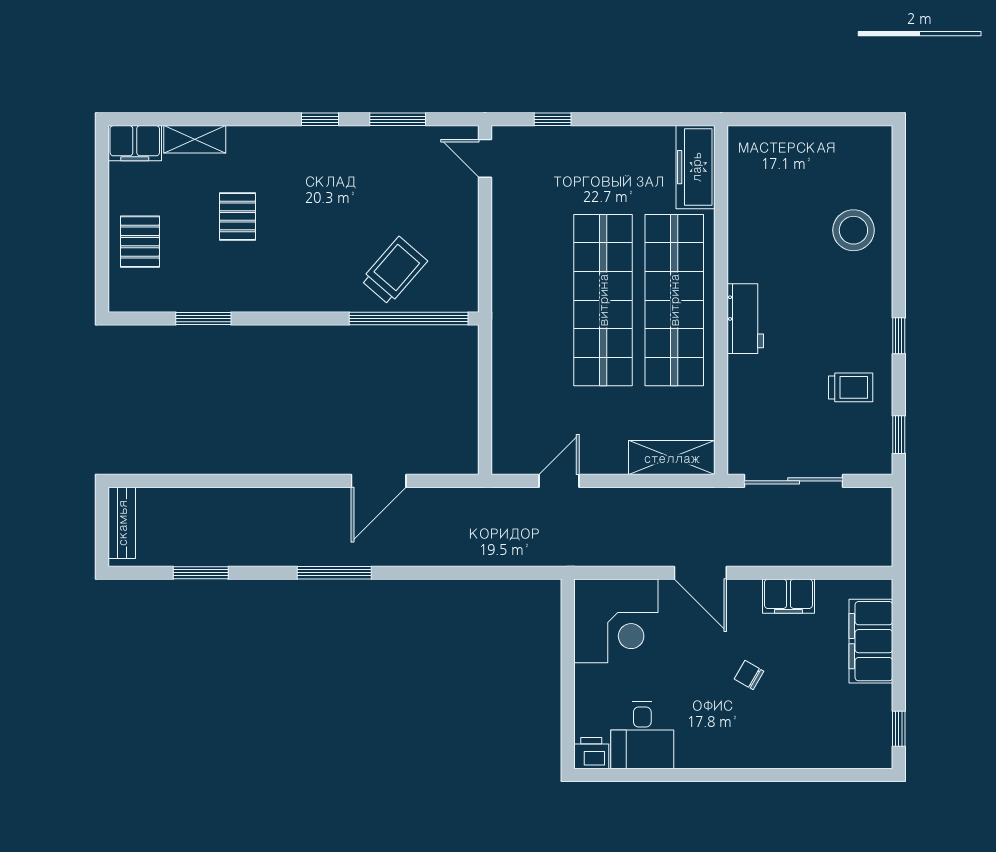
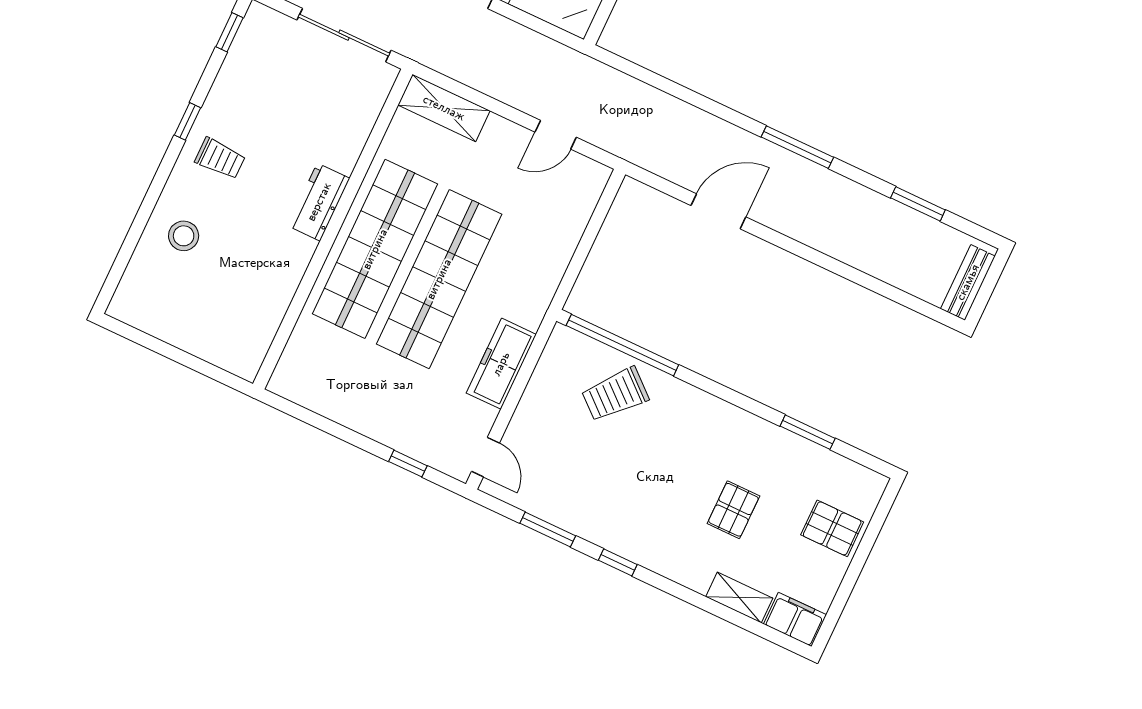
freezer: (696, 167) -> (501, 364), moved, turned 180
stool: (853, 230) -> (184, 236), width x0.73, depth x0.73
pallet: (140, 242) -> (832, 528), turned 90
trolley: (851, 387) -> (220, 158), moved, turned 180

